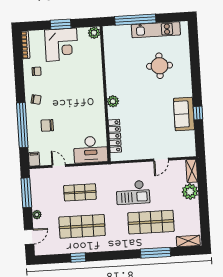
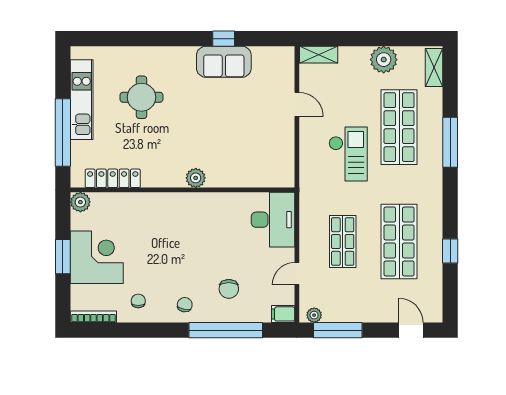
locker: (115, 136) -> (113, 178), moved
plant: (190, 192) -> (384, 60), moved
plant: (37, 215) -> (314, 315), moved
window: (155, 253) -> (450, 142), moved

